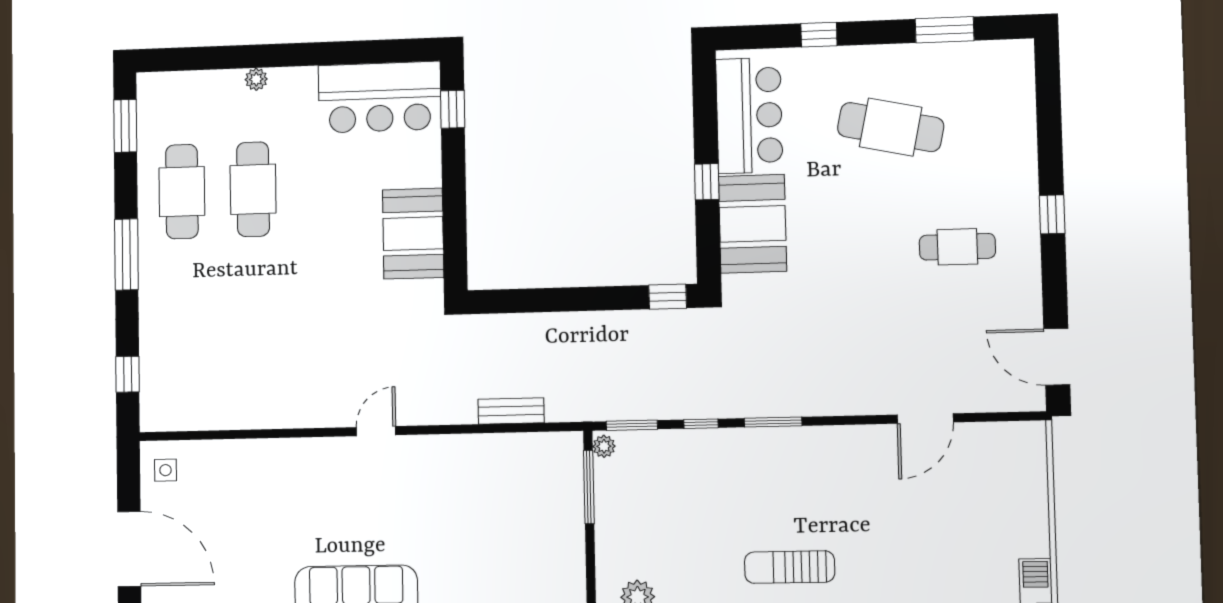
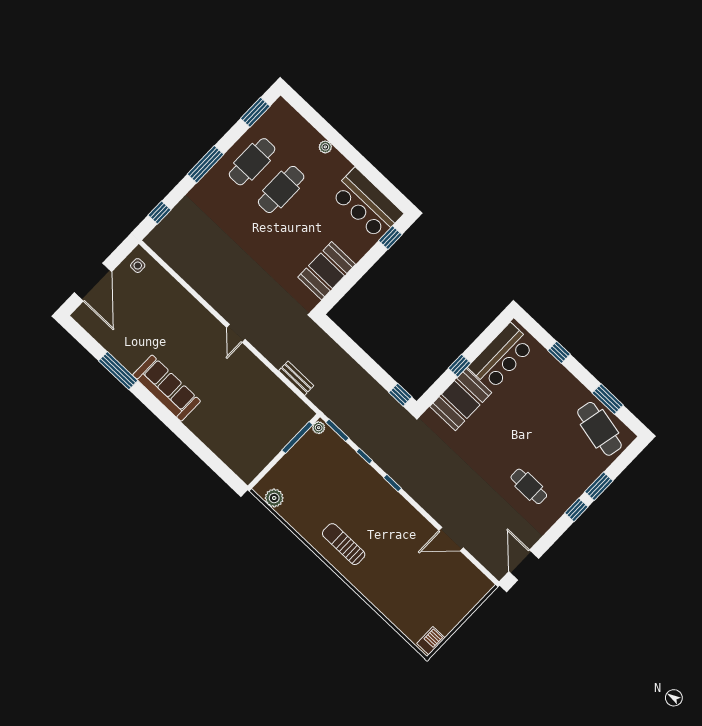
cafe table: (891, 127) -> (599, 429), moved
window: (1050, 154) -> (599, 486), added
window: (773, 422) -> (392, 483), width x0.67
door: (376, 431) -> (236, 333), swing flipped

